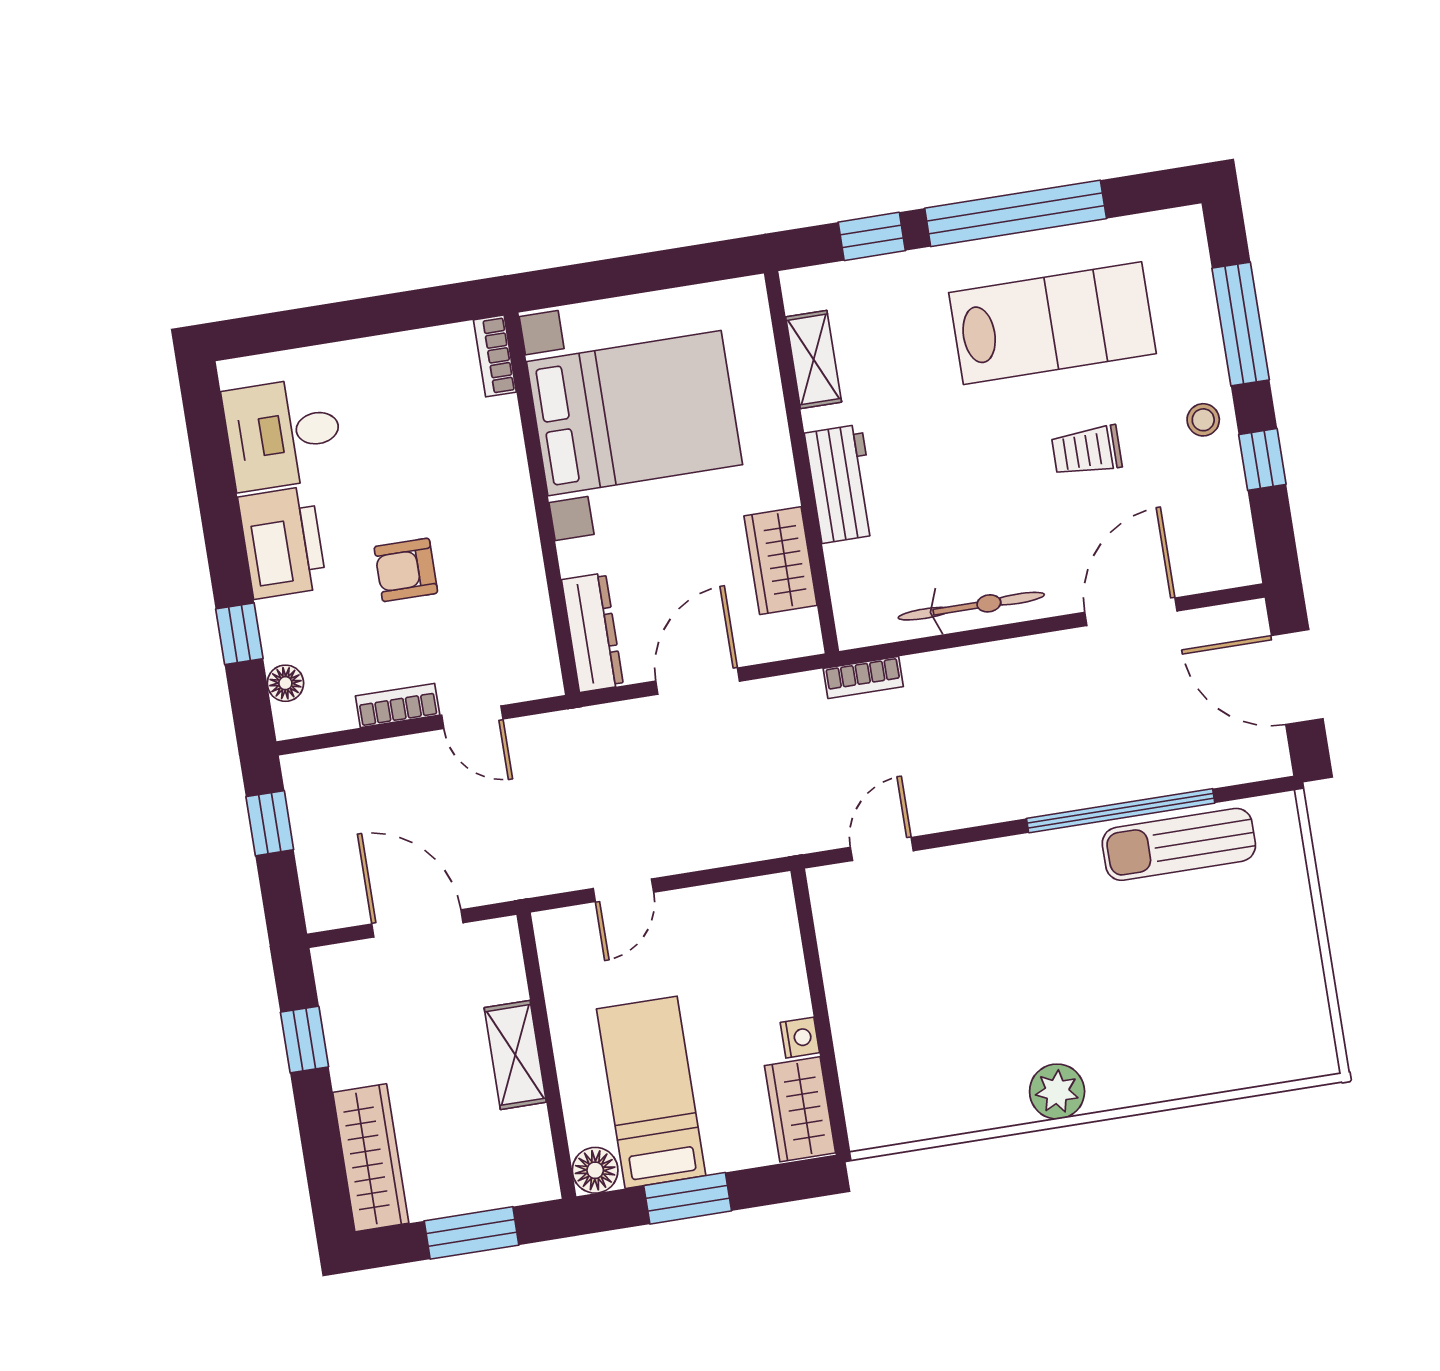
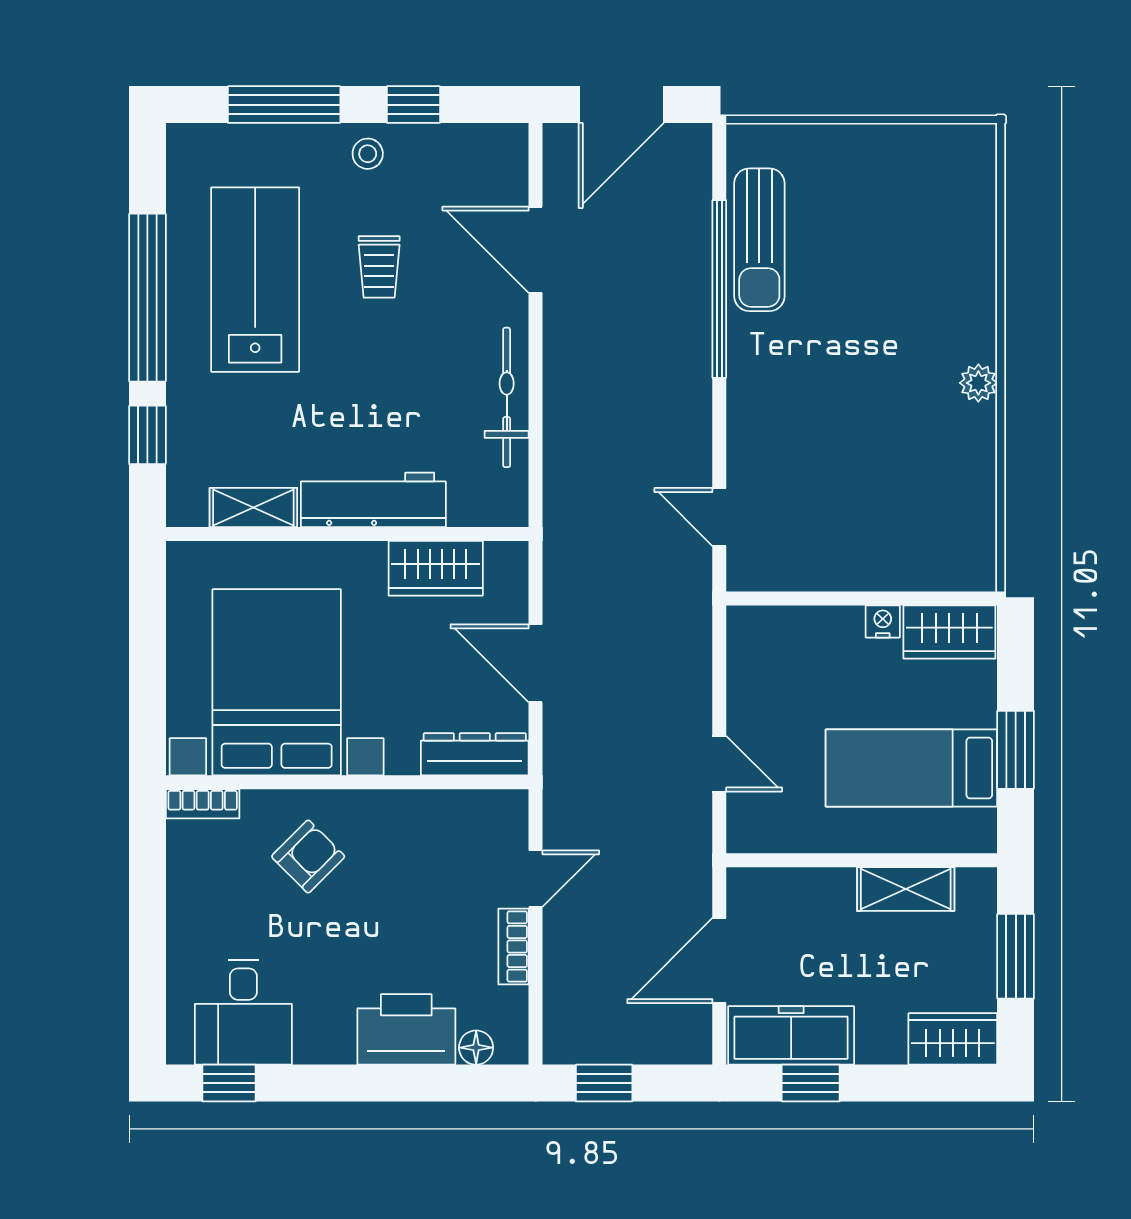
workbench: (842, 484) -> (373, 500), width x1.38
printer: (282, 542) -> (406, 1029), moved
armchair: (406, 570) -> (308, 857), moved, turned -135
window: (239, 634) -> (229, 1083), moved
bookcase: (863, 677) -> (557, 509), removed
freezer: (351, 1011) -> (791, 1035), added
shelving: (515, 1055) -> (906, 889), moved
plant: (1057, 1092) -> (978, 383), width x0.73, depth x0.73
wardrobe: (371, 1158) -> (953, 1039), width x0.67
floor lamp: (595, 1170) -> (976, 832), removed

